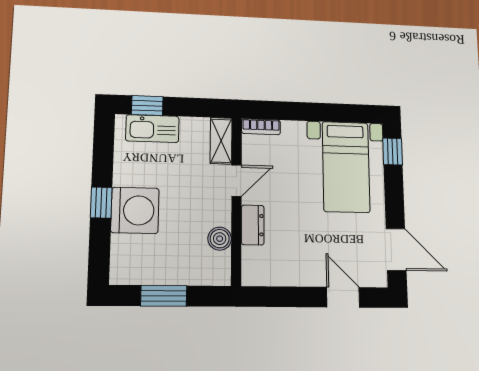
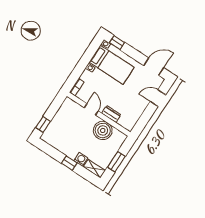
kitchen sink: (152, 129) -> (53, 128), removed
shelving: (221, 141) -> (94, 169), moved
washing machine: (135, 210) -> (81, 159), width x0.53, depth x0.53
boiler: (220, 239) -> (103, 130), width x1.86, depth x1.86

